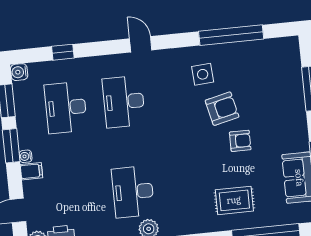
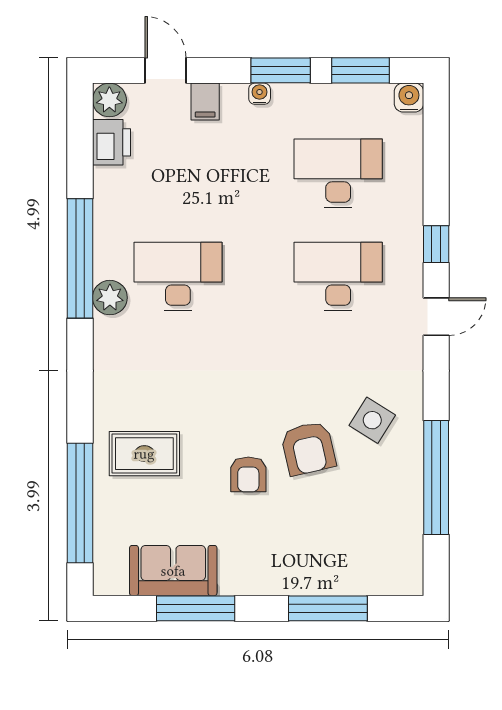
window: (63, 52) -> (436, 244), moved
side table: (203, 74) -> (372, 420), turned 36
filing cabinet: (31, 171) -> (205, 102), moved
rug: (234, 200) -> (144, 454), turned 90

